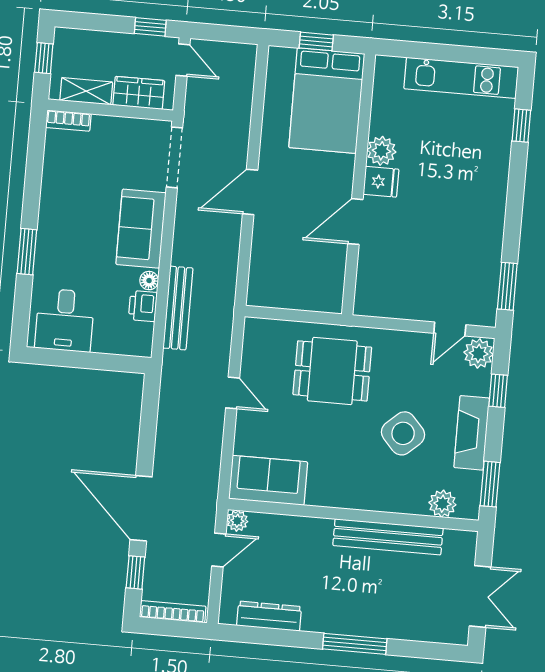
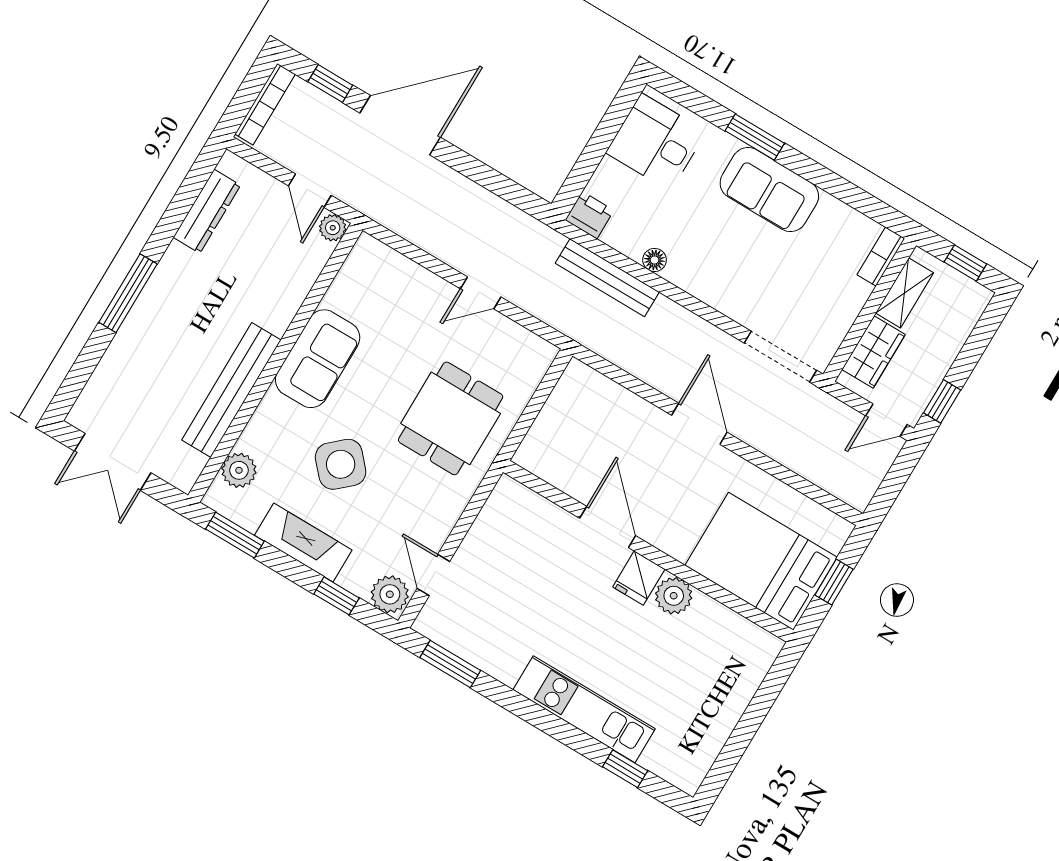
kitchen unit: (461, 78) -> (584, 709), moved, turned 90
sofa: (141, 229) -> (769, 190), moved, turned 180
printer: (143, 306) -> (590, 215), moved
sofa: (268, 480) -> (318, 359), moved

